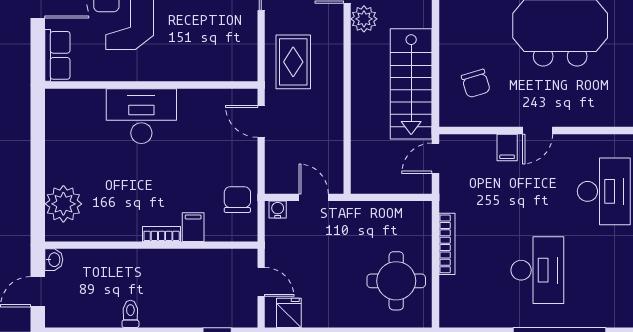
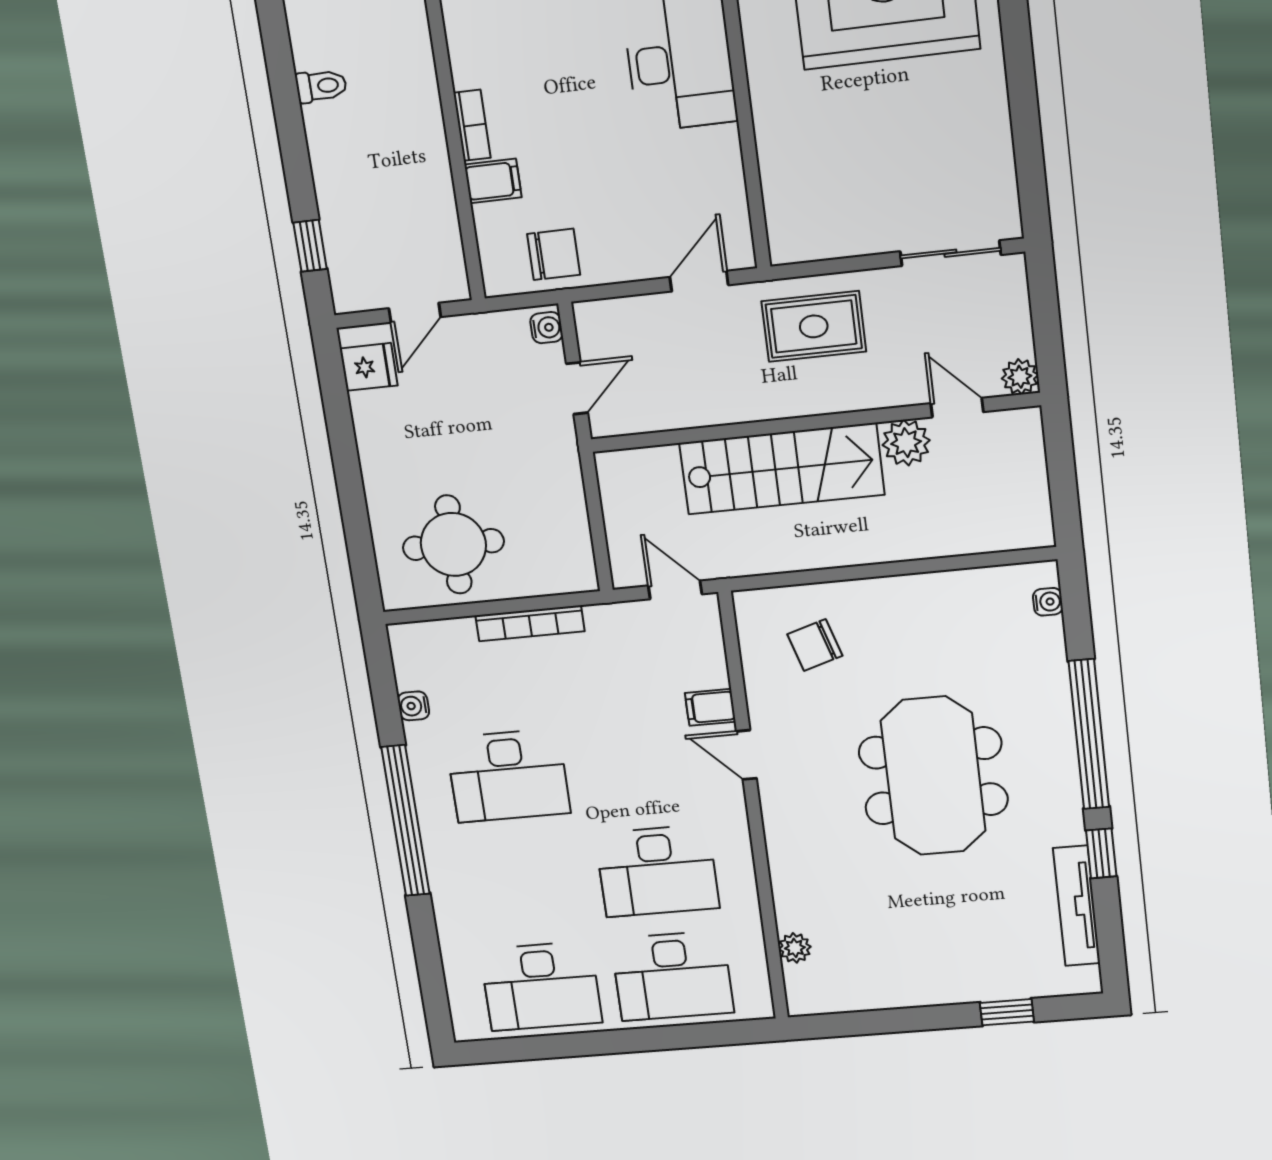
stairs: (411, 84) -> (782, 469), moved, turned 180
water cooler: (490, 319) -> (413, 706), added

